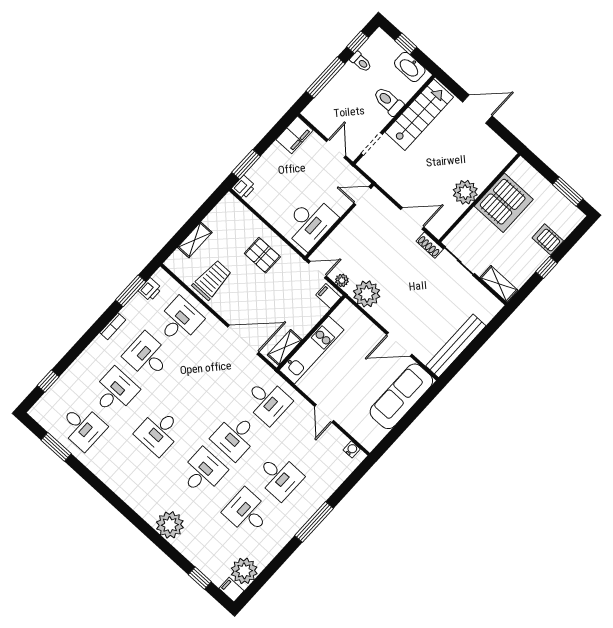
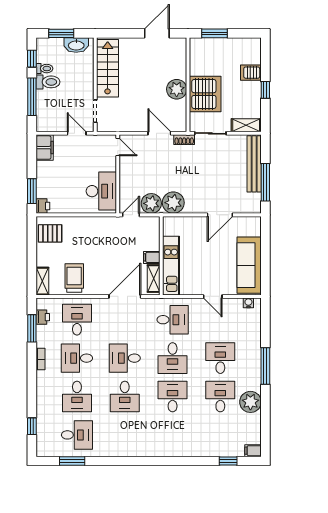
window: (406, 44) -> (61, 33), width x1.50
toilet: (388, 101) -> (48, 82), moved, turned 180
door: (477, 109) -> (157, 33), moved
window: (568, 192) -> (215, 33), moved
door: (362, 196) -> (118, 147), swing flipped
server rack: (504, 203) -> (205, 94), moved
door: (412, 218) -> (159, 133), hinge flipped
shelving: (195, 240) -> (42, 281), moved
pallet: (262, 255) -> (50, 233), moved
plant: (342, 280) -> (151, 203), width x1.87, depth x1.87
filing cabinet: (328, 296) -> (152, 257), moved
bench: (456, 346) -> (254, 164), moved
window: (469, 353) -> (265, 182), added
desk: (115, 392) -> (77, 397), turned 180
desk: (191, 396) -> (125, 358), added
sofa: (401, 396) -> (249, 265), moved
desk: (279, 477) -> (220, 358), turned -90
desk: (247, 512) -> (220, 397), turned 90
plant: (170, 525) -> (182, 446), removed
plant: (244, 571) -> (250, 402), moved

